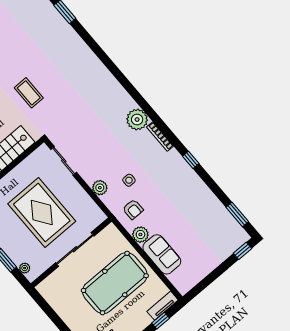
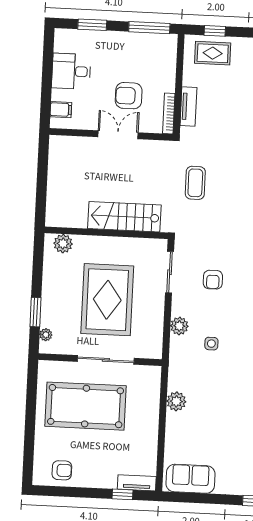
armchair: (133, 209) -> (213, 280), moved
sofa: (162, 254) -> (190, 479), moved, turned -90
pool table: (115, 283) -> (86, 406), moved

